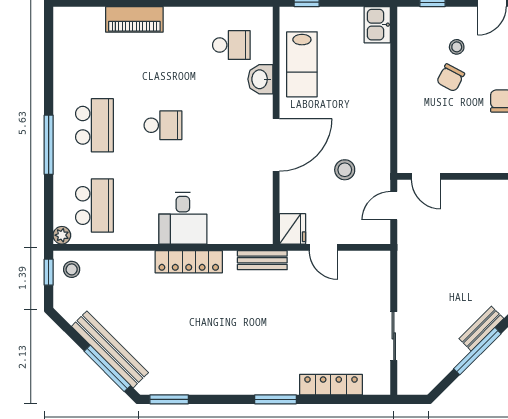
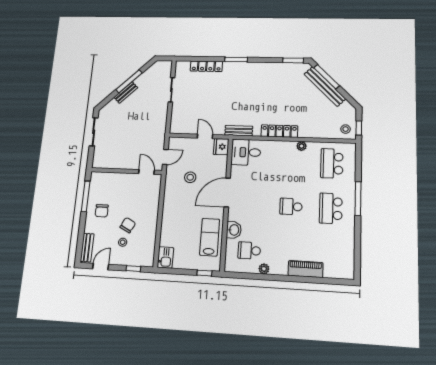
plant: (205, 15) -> (264, 269), added
desk: (183, 218) -> (246, 152), moved, turned -90
plant: (62, 235) -> (302, 146), moved

